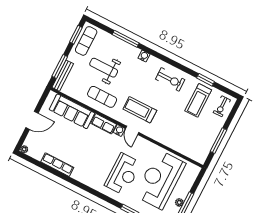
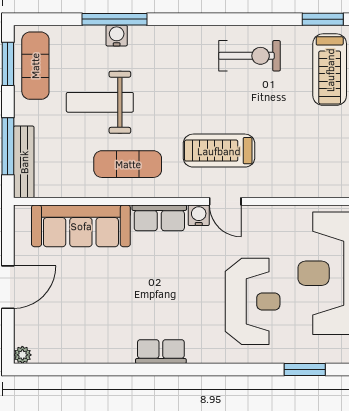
water cooler: (144, 56) -> (117, 36), moved
row of seats: (57, 165) -> (161, 352), moved, width x0.68

